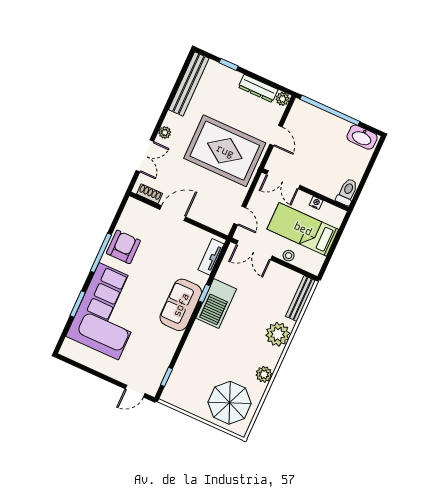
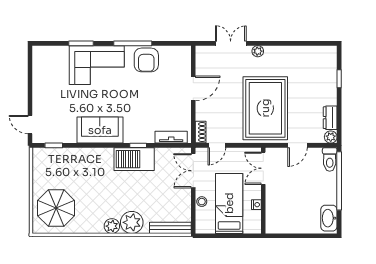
bench: (189, 84) -> (308, 53), removed
dresser: (258, 88) -> (330, 118), width x0.70
double door: (145, 156) -> (231, 43), swing flipped
toilet: (347, 192) -> (330, 159), moved, turned 90
shoe rack: (150, 194) -> (201, 132), moved
door: (173, 213) -> (193, 88), hinge flipped
armchair: (123, 247) -> (146, 60), turned 90
sofa: (181, 305) -> (100, 130), moved
corner sofa: (109, 311) -> (97, 65), width x0.73, depth x0.74
plant: (264, 374) -> (112, 226), moved

